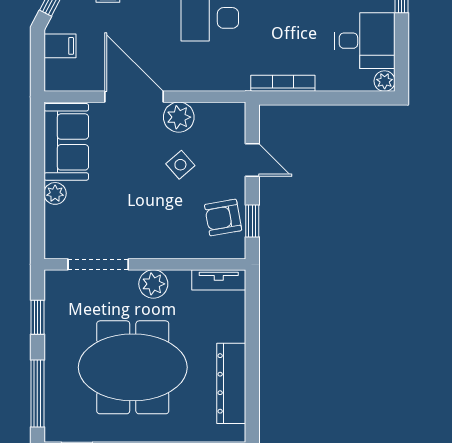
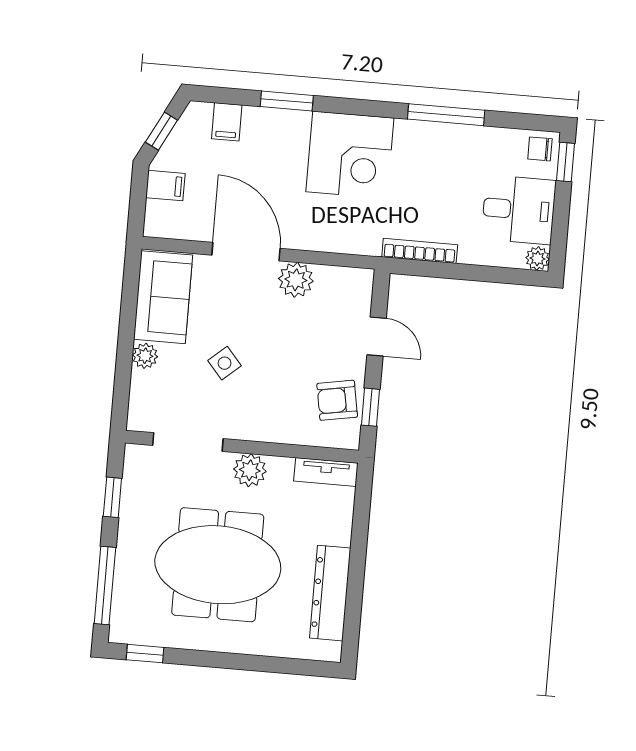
side table: (180, 165) -> (224, 363), moved

